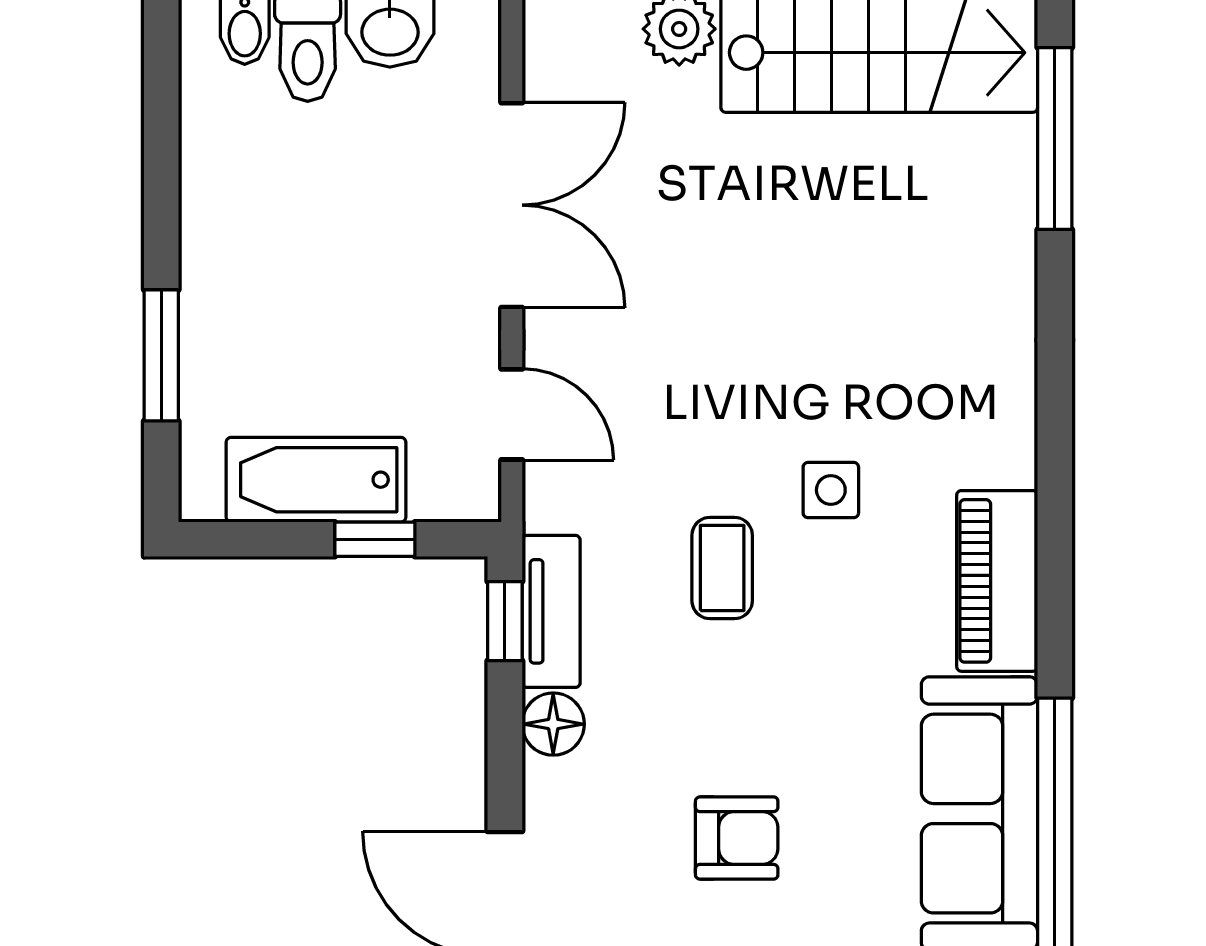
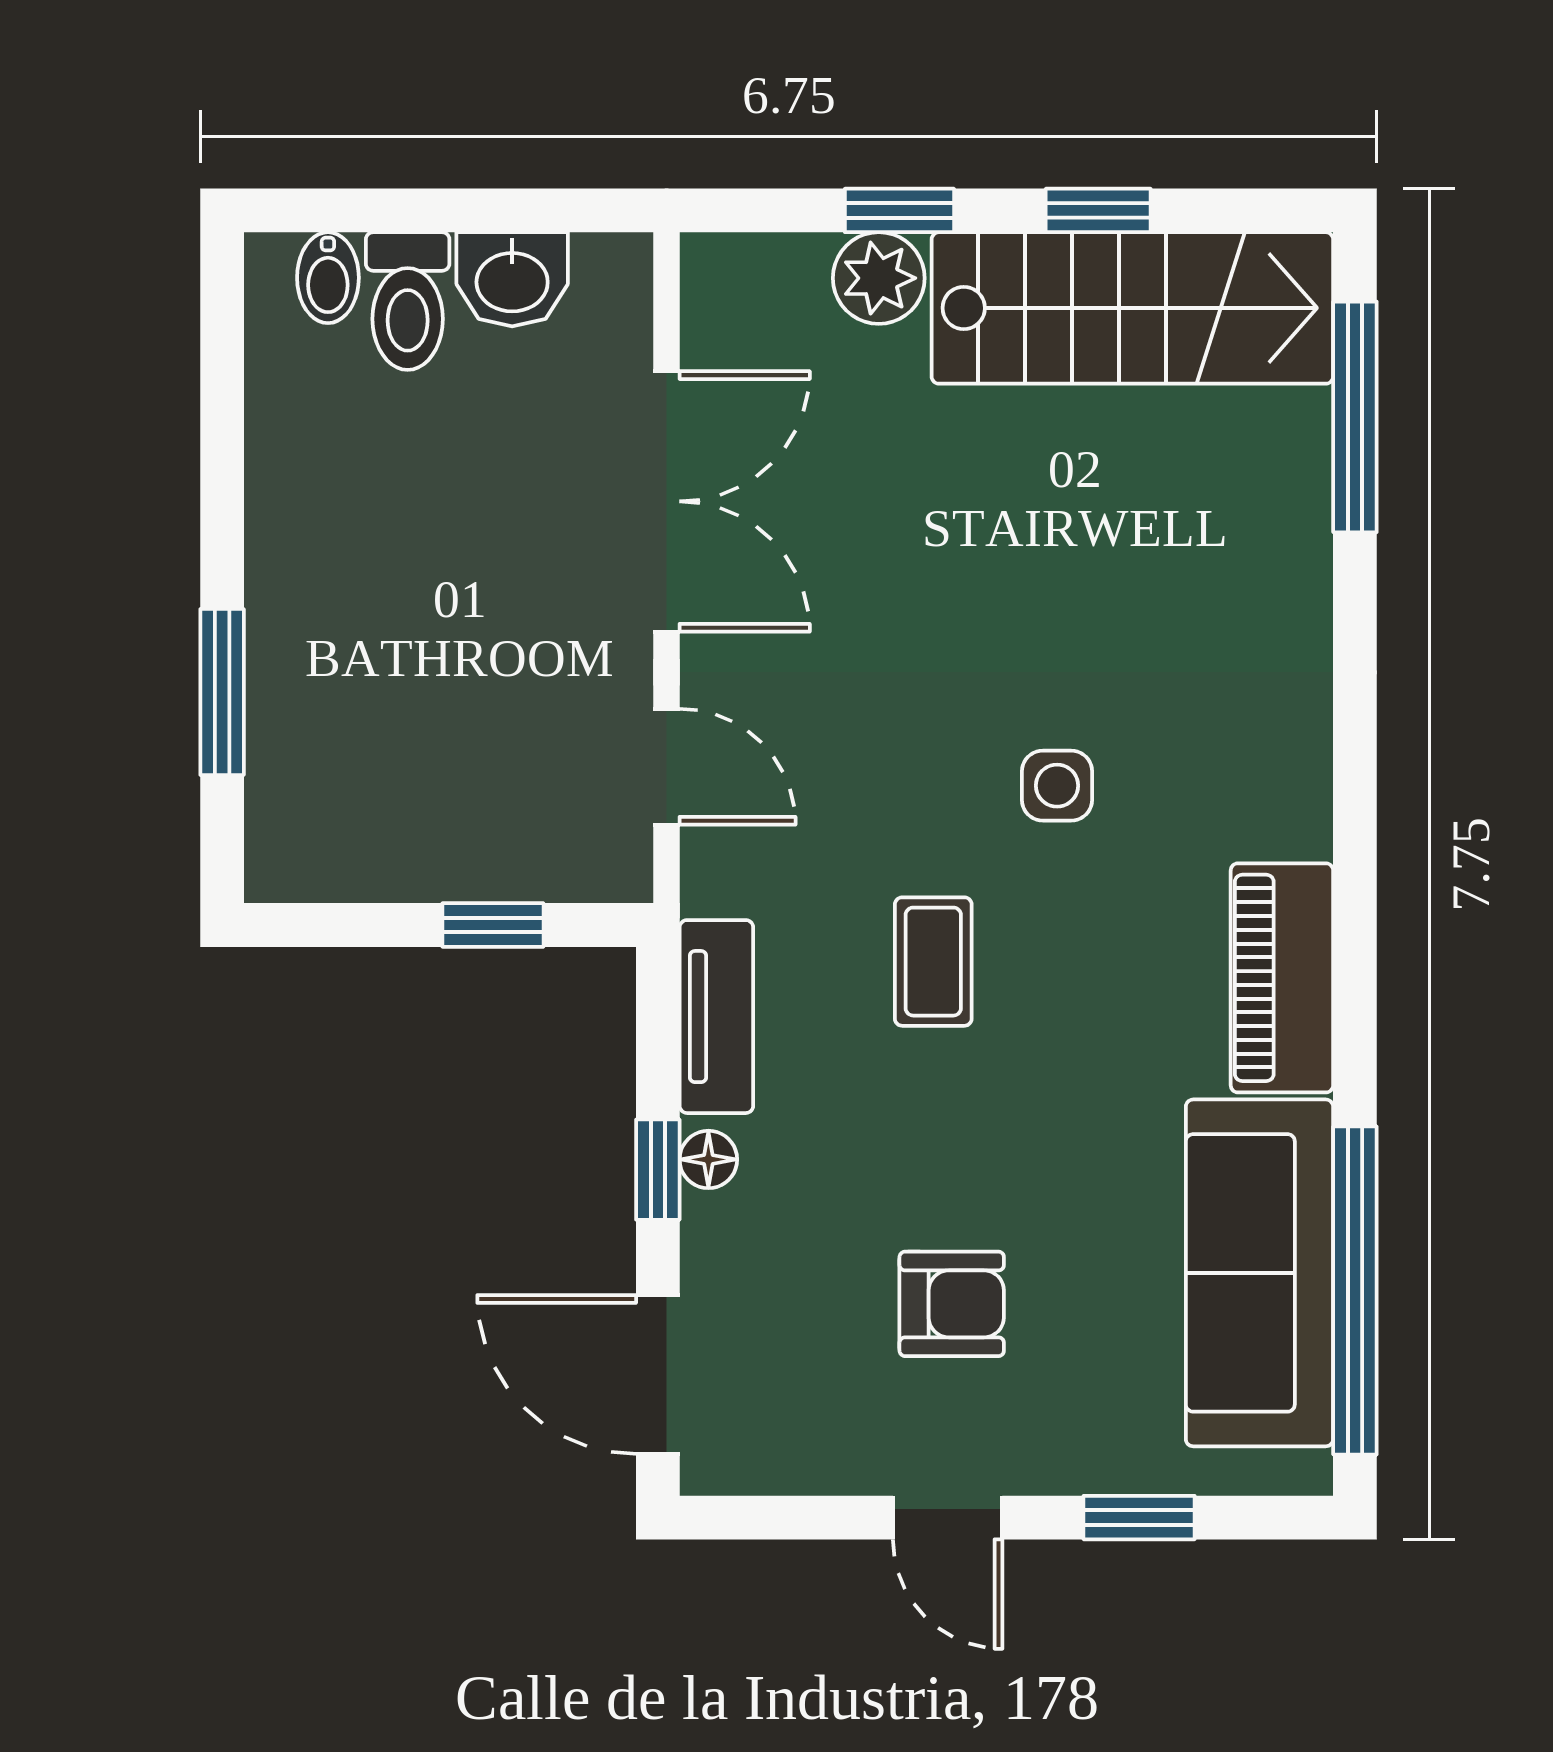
bathtub: (316, 480) -> (418, 850), removed
side table: (831, 490) -> (1057, 786), moved
window: (505, 621) -> (658, 1170), moved
floor lamp: (553, 724) -> (708, 1159), width x0.73, depth x0.73

